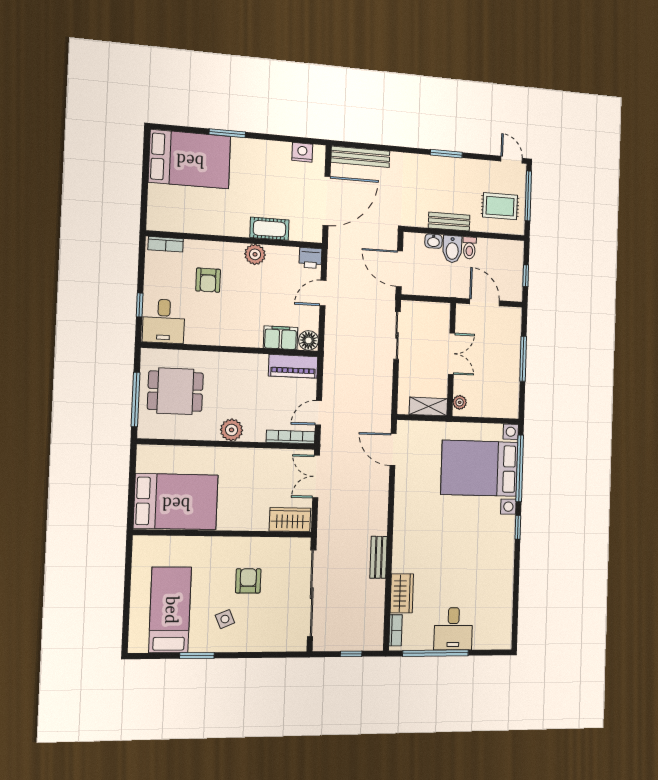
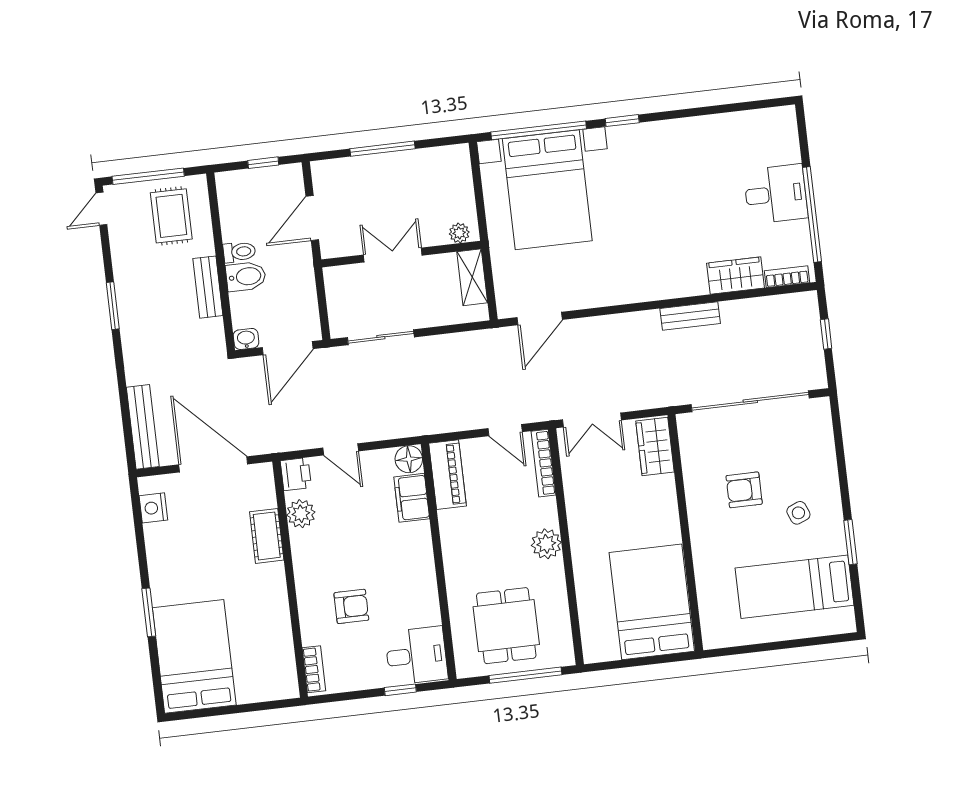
washbasin: (434, 241) -> (246, 339), moved, turned -90
plant: (255, 254) -> (301, 514), moved

